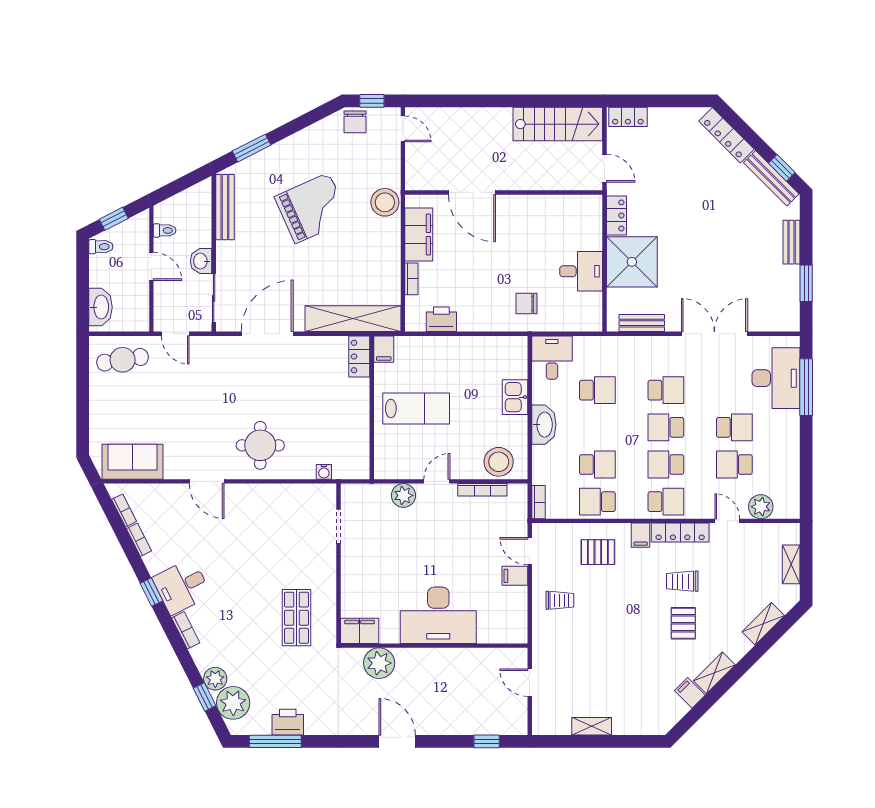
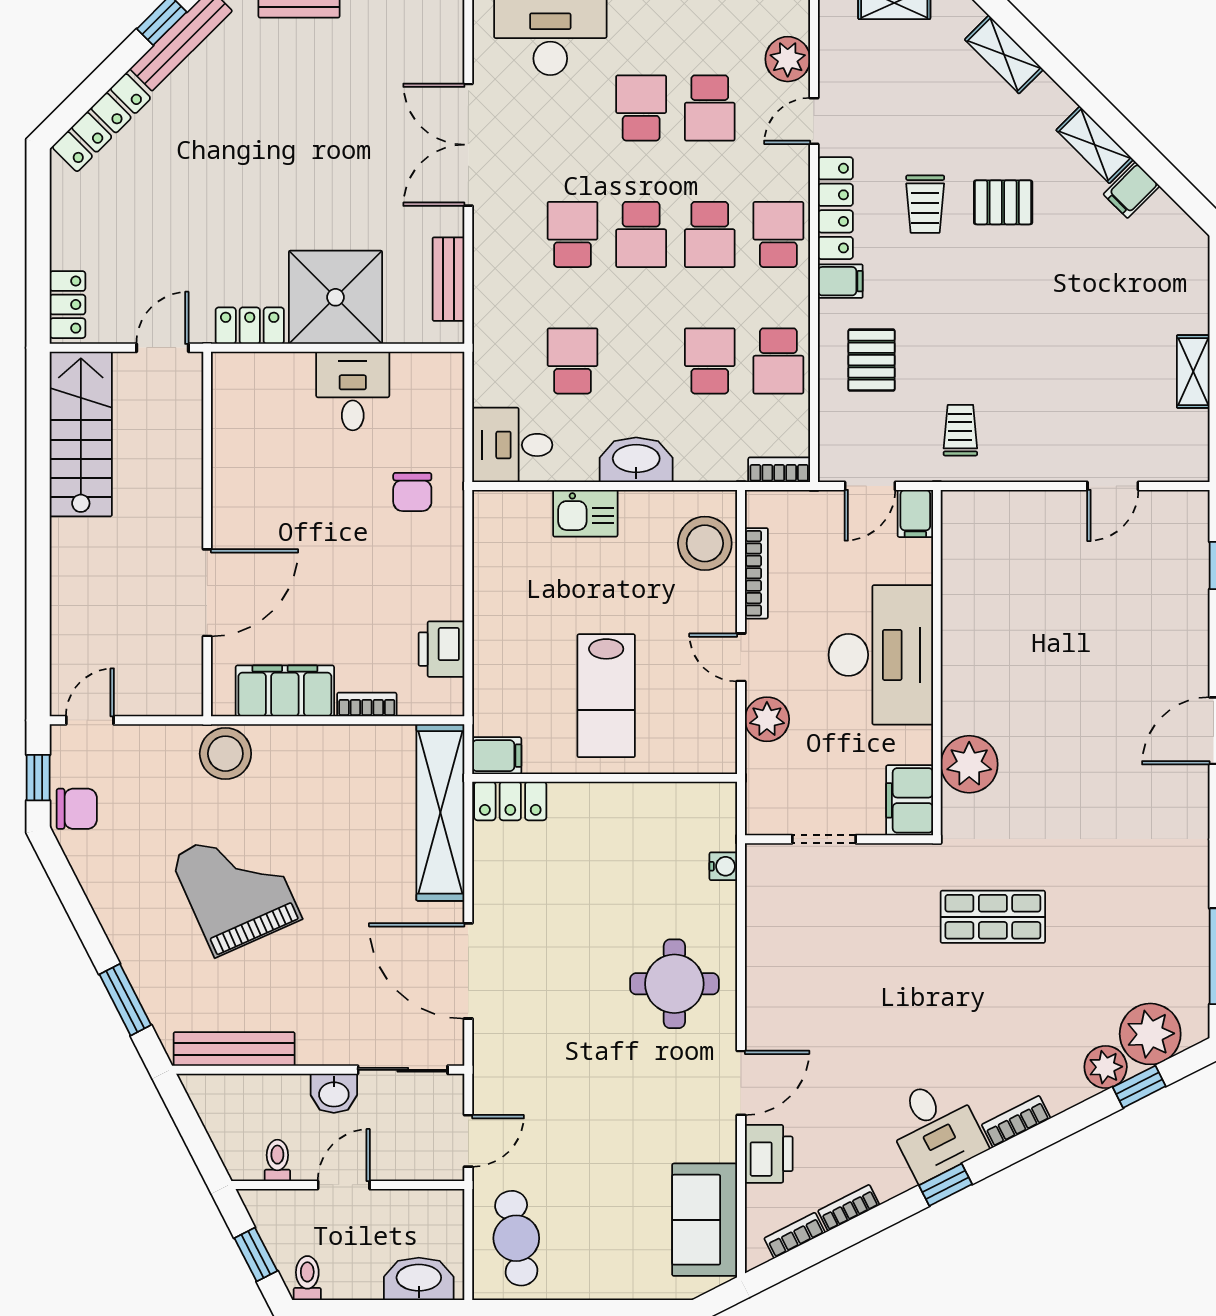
lab bench: (416, 408) -> (606, 696), turned 180
desk: (438, 615) -> (881, 655), moved
filing cabinet: (360, 631) -> (910, 800), moved
wall: (434, 646) -> (937, 663), moved
plant: (379, 663) -> (969, 764), moved
printer: (288, 722) -> (769, 1154), moved, turned 180

